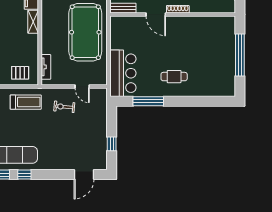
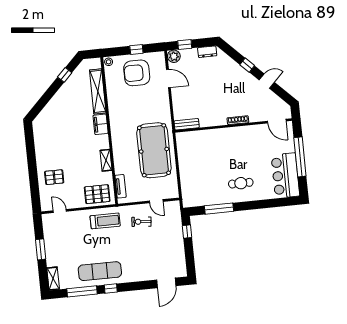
door: (156, 14) -> (277, 121), moved
shelving: (33, 22) -> (106, 160), moved
pallet: (20, 73) -> (97, 194), width x1.50, depth x1.42
bar counter: (123, 73) -> (285, 175), moved, turned 180
window: (112, 144) -> (187, 232), moved

